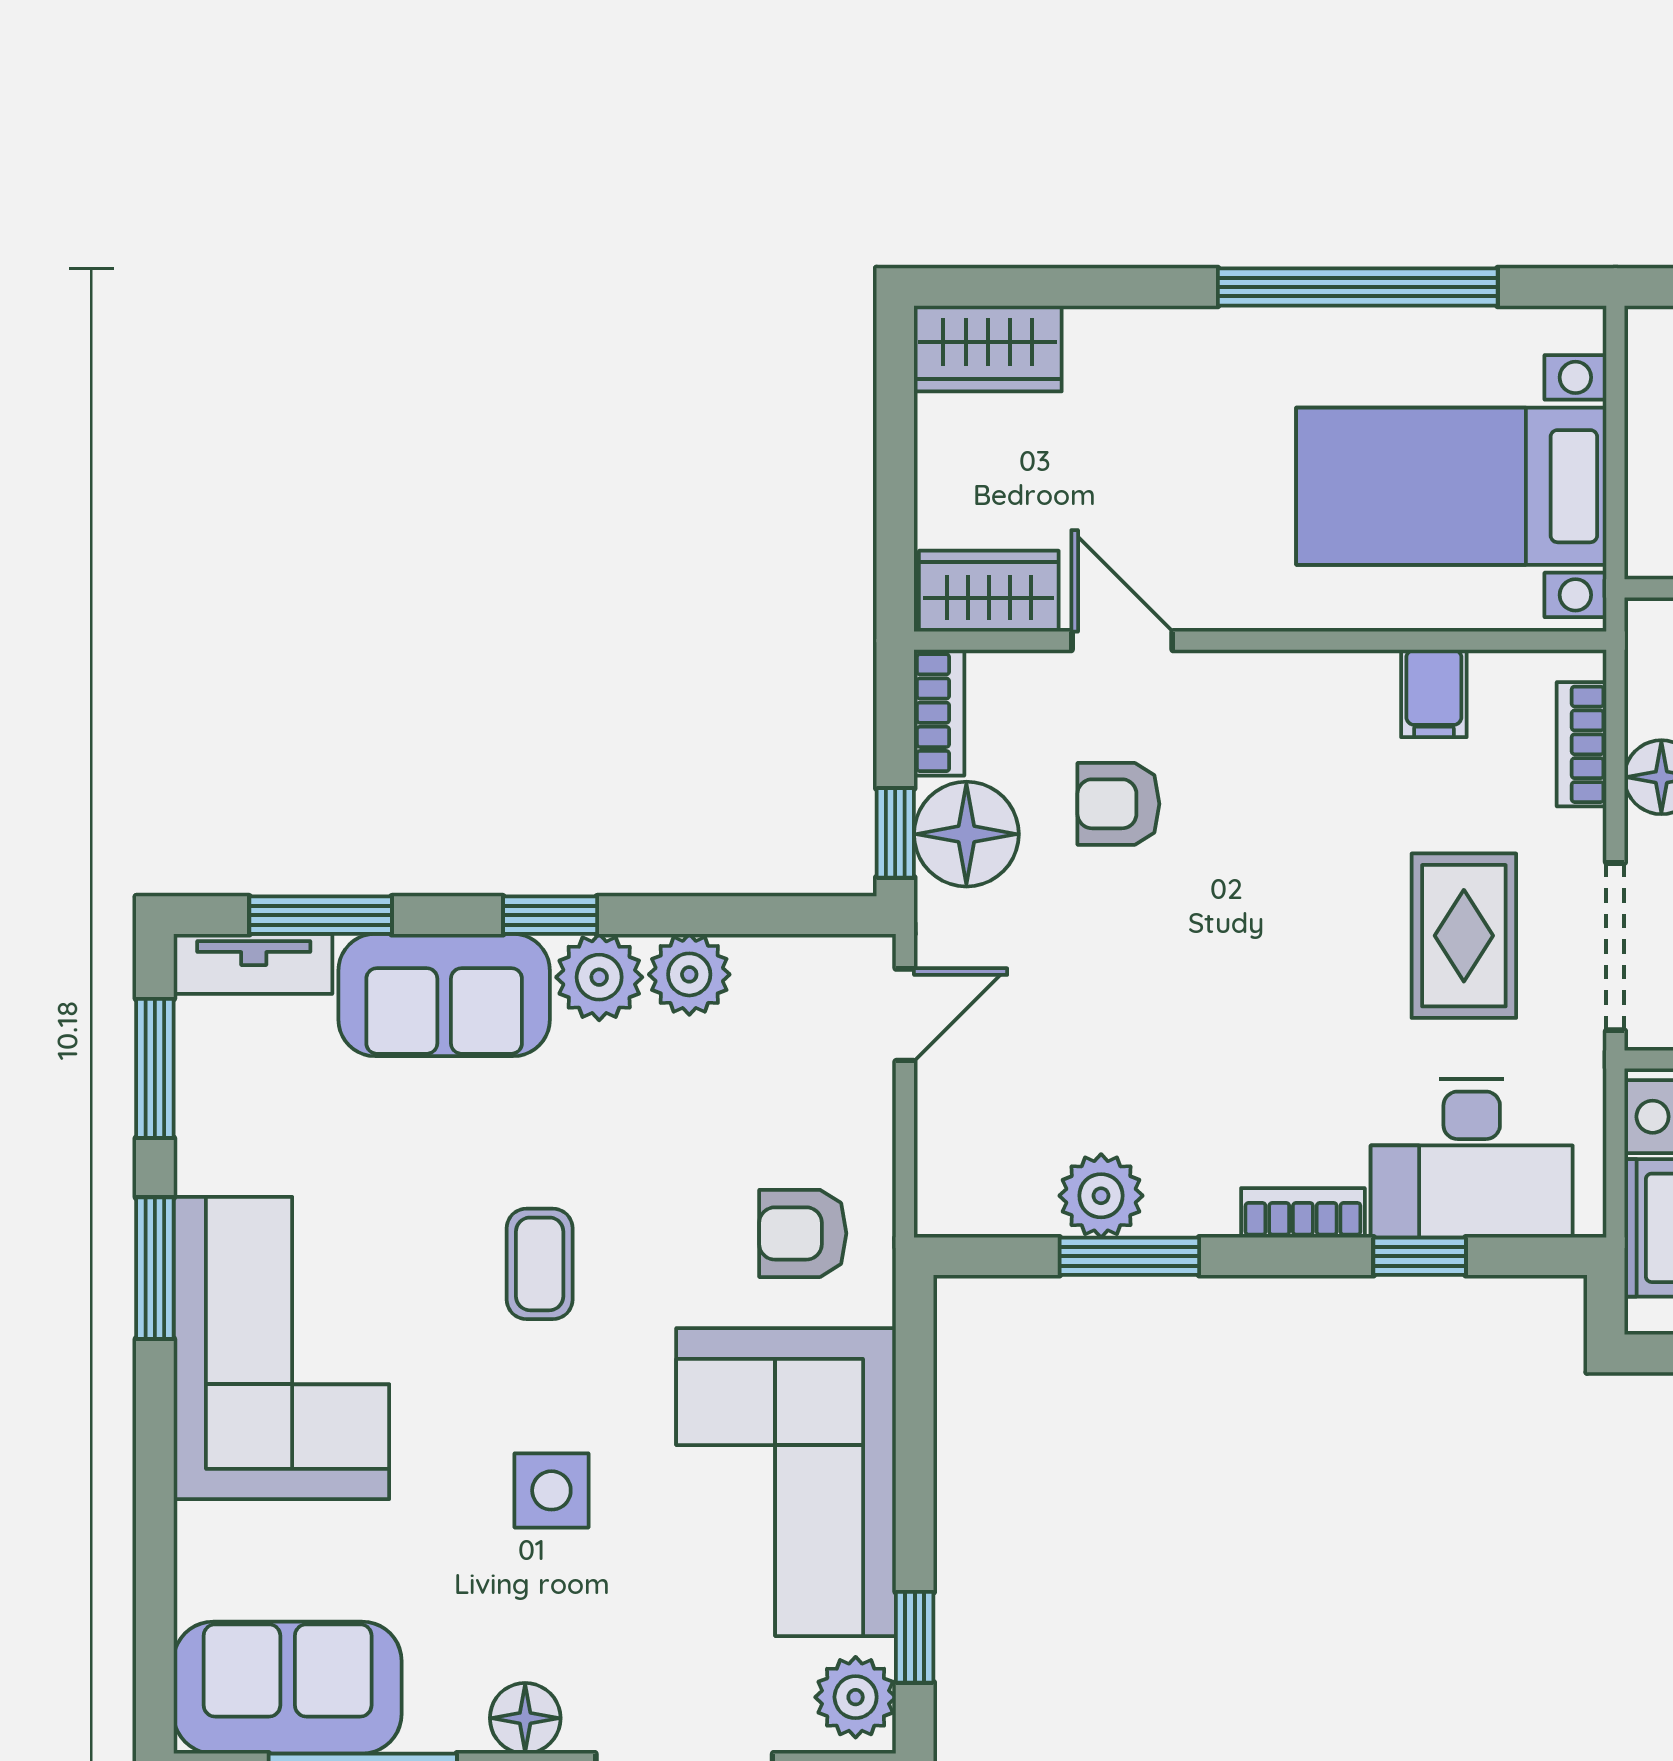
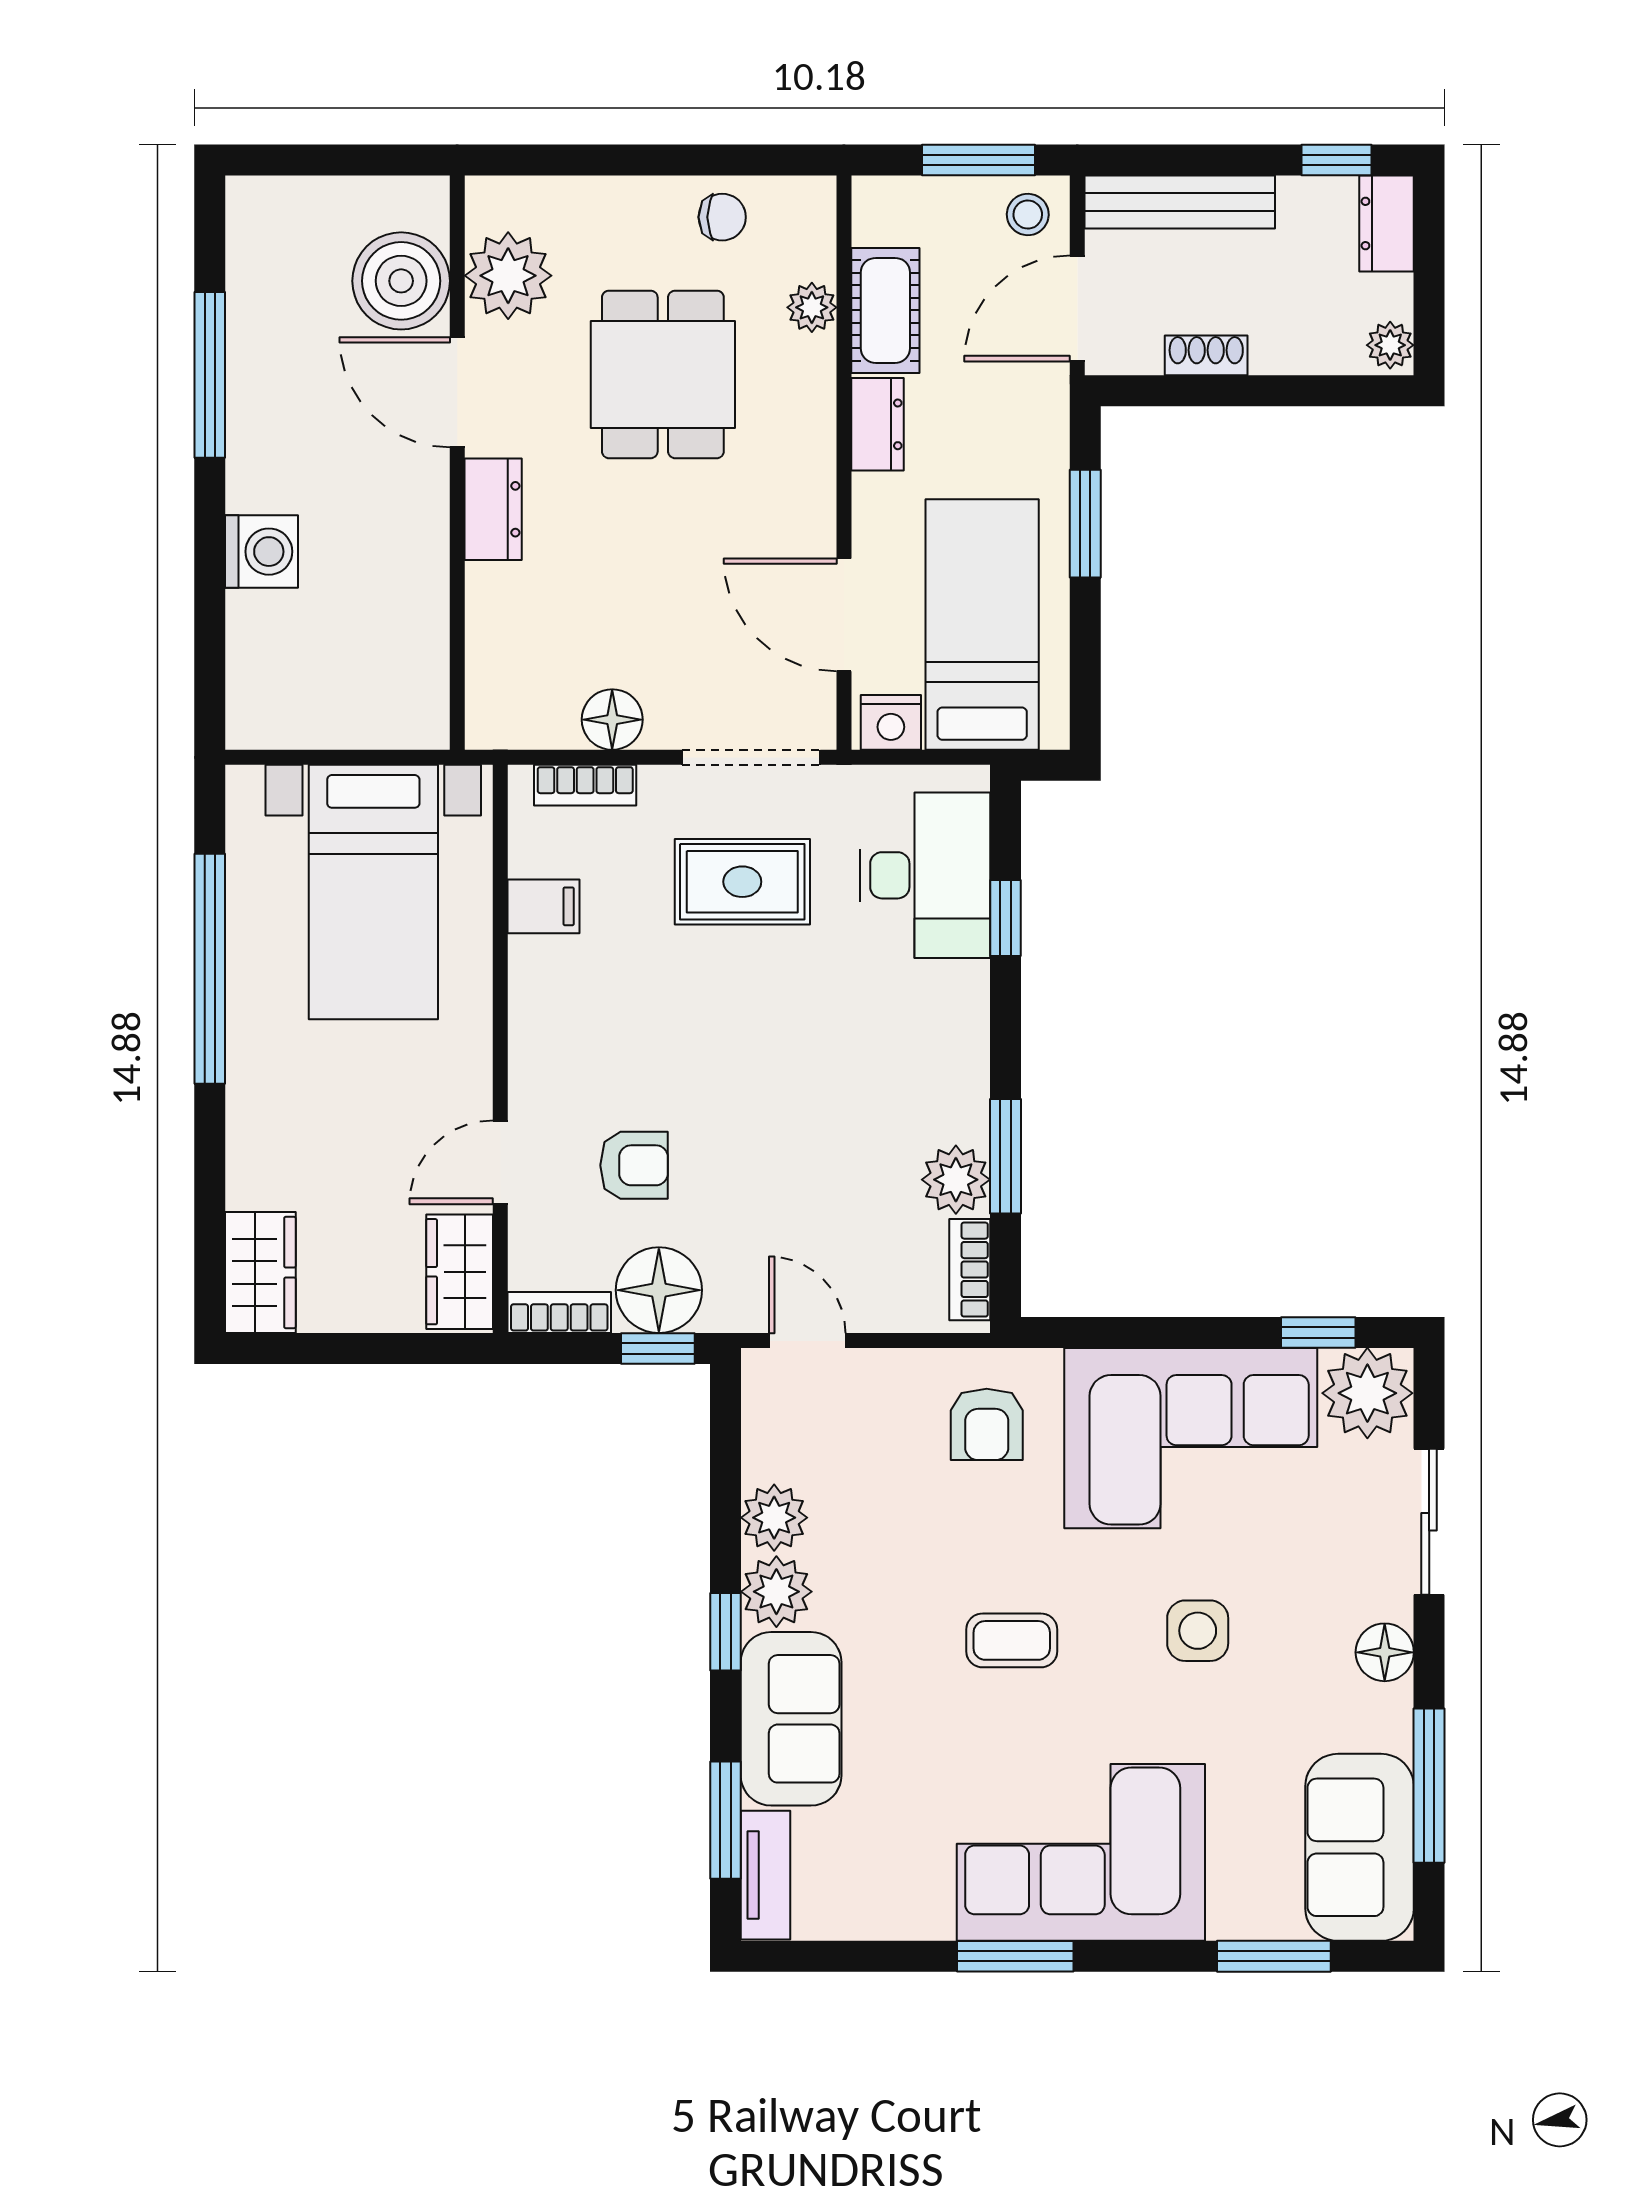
armchair: (1118, 804) -> (634, 1165), turned -90
window: (155, 1068) -> (1274, 1956), moved
bookcase: (1303, 1213) -> (970, 1270), moved
plant: (856, 1697) -> (1367, 1393), width x1.36, depth x1.36

